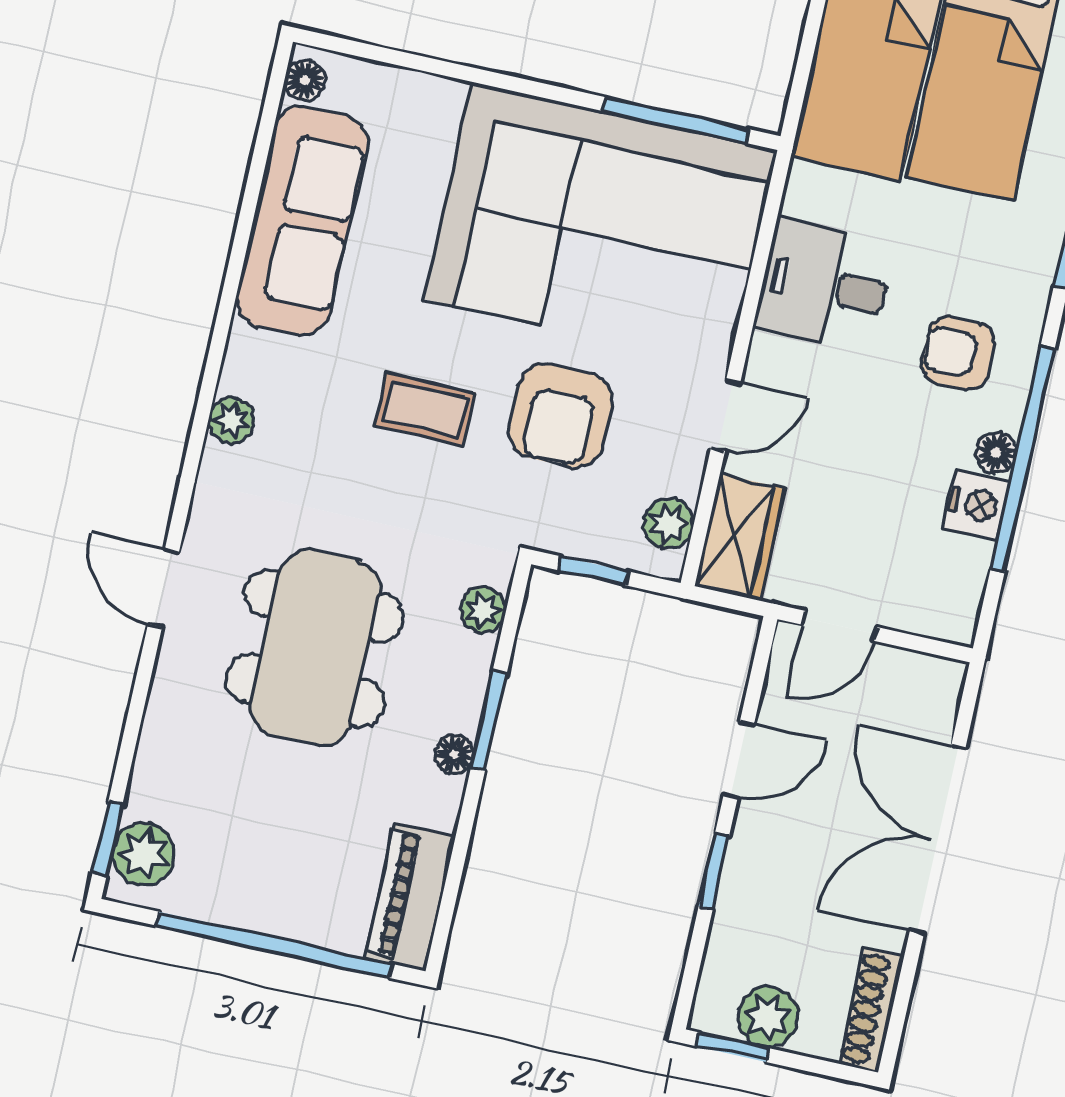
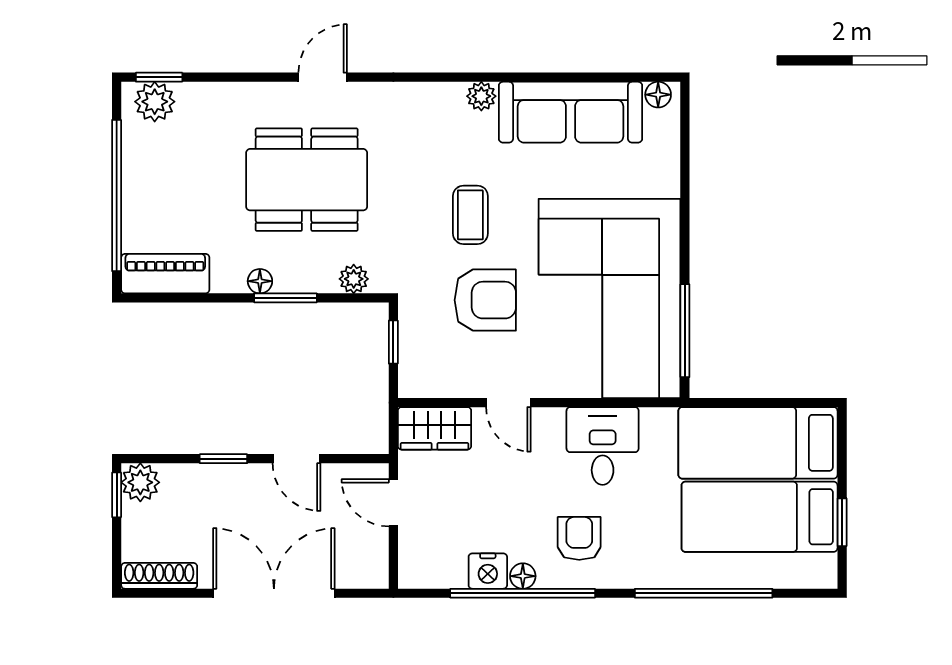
armchair: (561, 416) -> (485, 300), turned 180
plant: (231, 420) -> (481, 96), moved
plant: (669, 524) -> (433, 382), removed
plant: (768, 1017) -> (140, 482), moved

